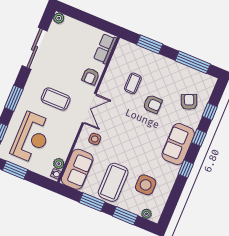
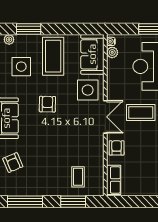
coffee table: (133, 83) -> (78, 177), moved
armchair: (153, 104) -> (47, 104), moved, turned 91
double door: (89, 108) -> (105, 117), swing flipped
side table: (95, 139) -> (88, 90), width x1.87, depth x1.87
window: (92, 202) -> (65, 29), removed

